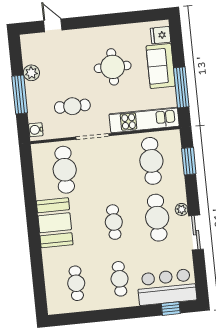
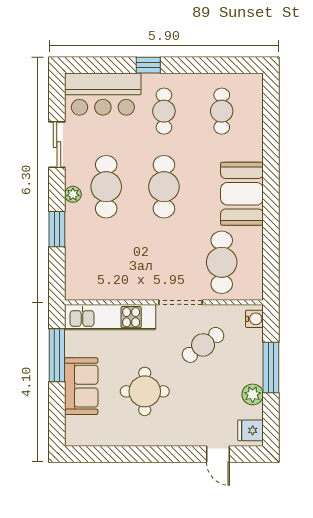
fridge: (161, 35) -> (251, 430), moved, turned 180
cafe table: (72, 106) -> (203, 345), turned -37
cafe table: (151, 161) -> (106, 262), removed
window: (189, 161) -> (57, 229), moved
cafe table: (114, 222) -> (164, 187), width x1.37, depth x1.35
sliding door: (196, 233) -> (57, 145), moved
window: (171, 309) -> (148, 65), moved

